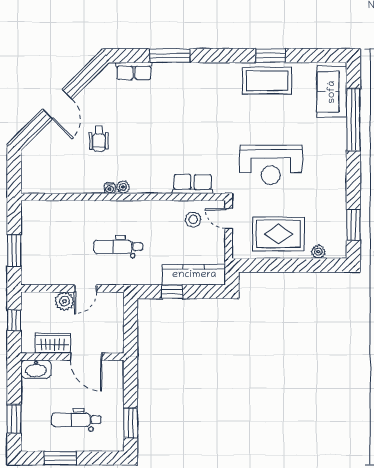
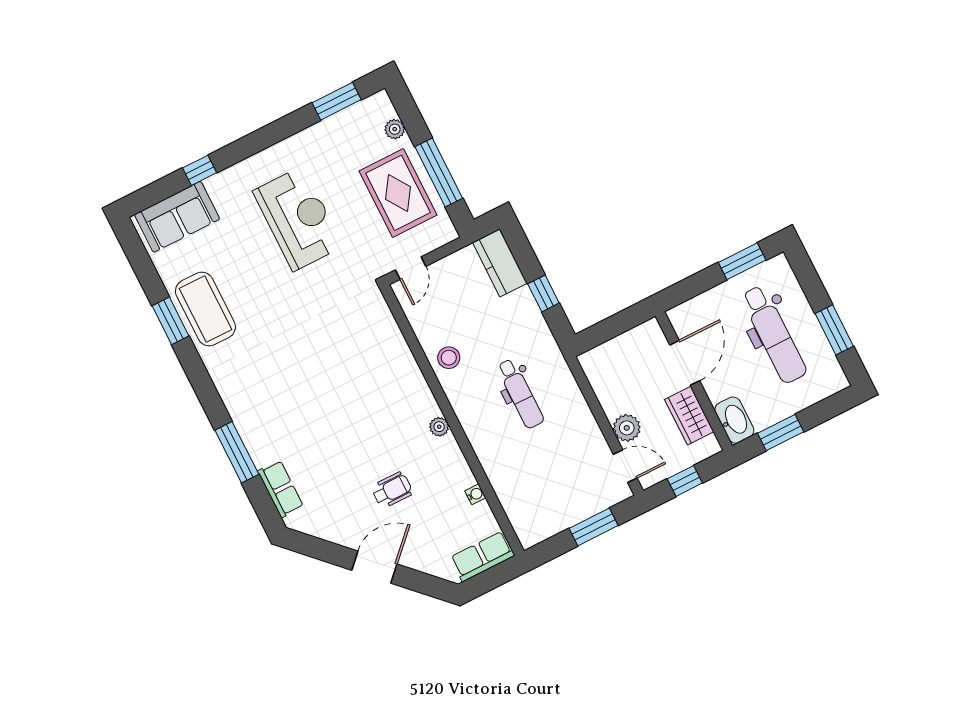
window: (353, 120) -> (200, 170), width x0.32
reception desk: (271, 165) -> (298, 219), moved
row of seats: (193, 184) -> (482, 556), moved, turned 90
water cooler: (110, 188) -> (475, 494), moved
stool: (193, 219) -> (449, 358), moved
window: (278, 265) -> (439, 173), added
kitchen counter: (194, 275) -> (500, 263), width x0.67
door: (86, 288) -> (625, 466), moved
window: (14, 419) -> (781, 433), moved
dental chair: (76, 420) -> (774, 334), width x1.36, depth x1.38

